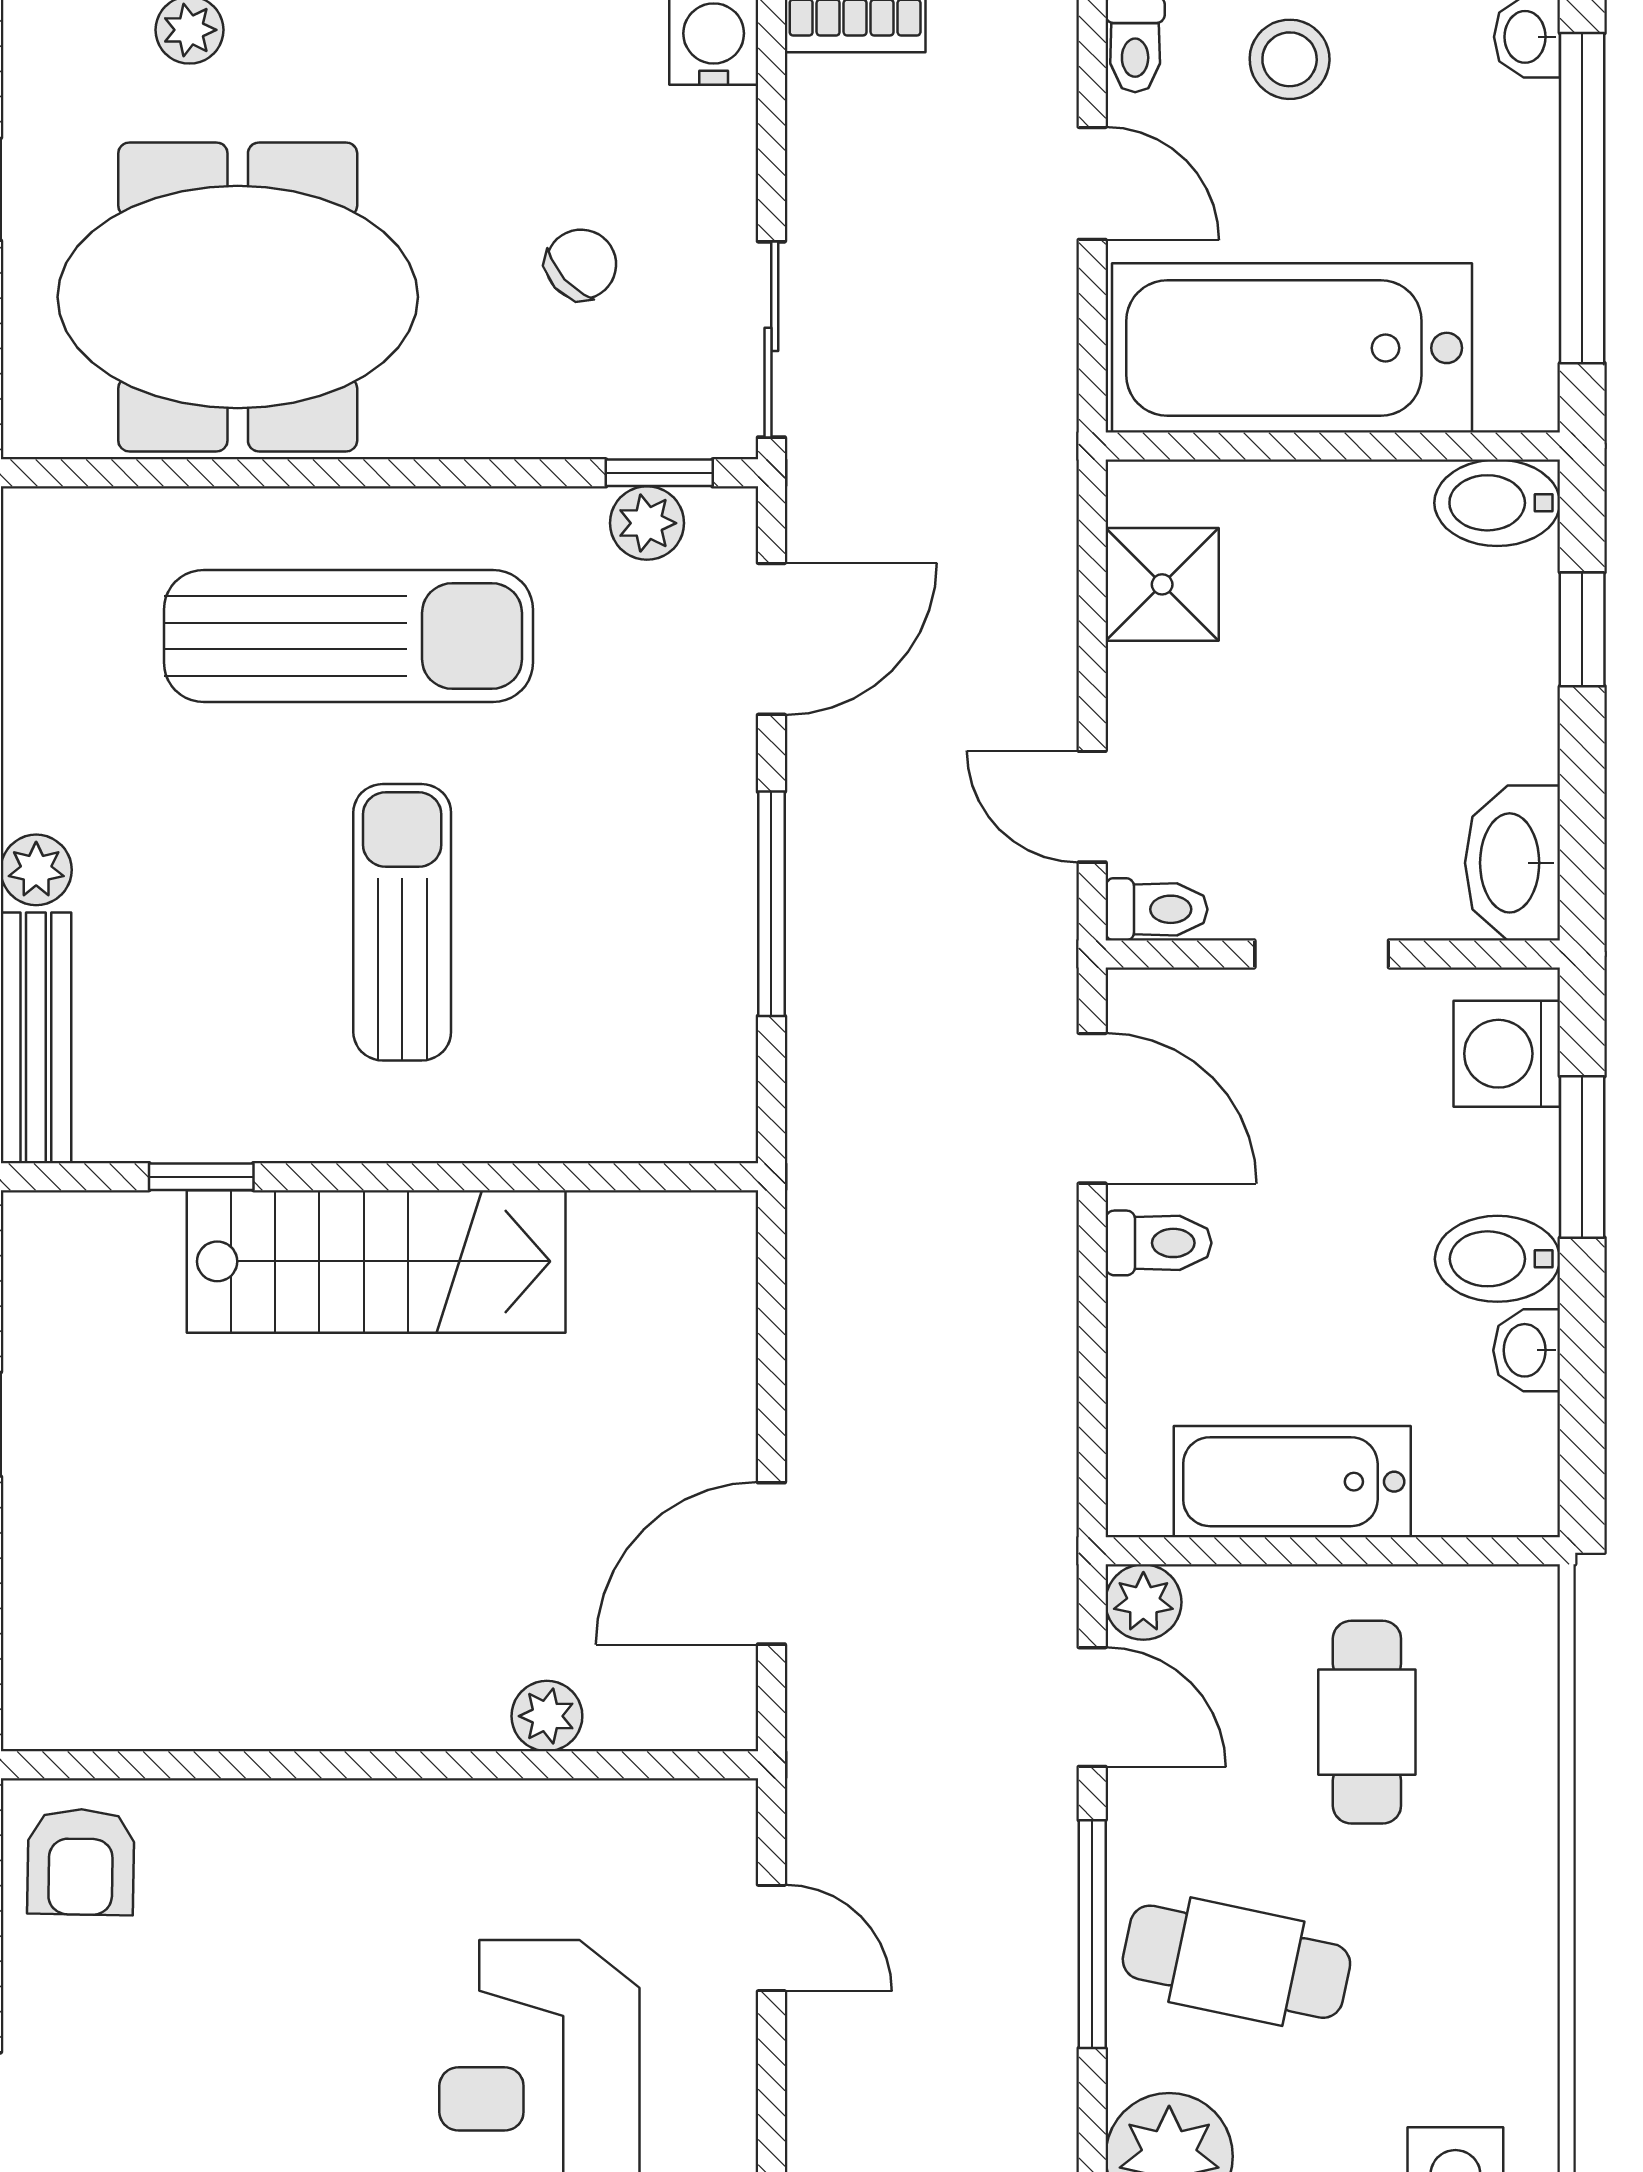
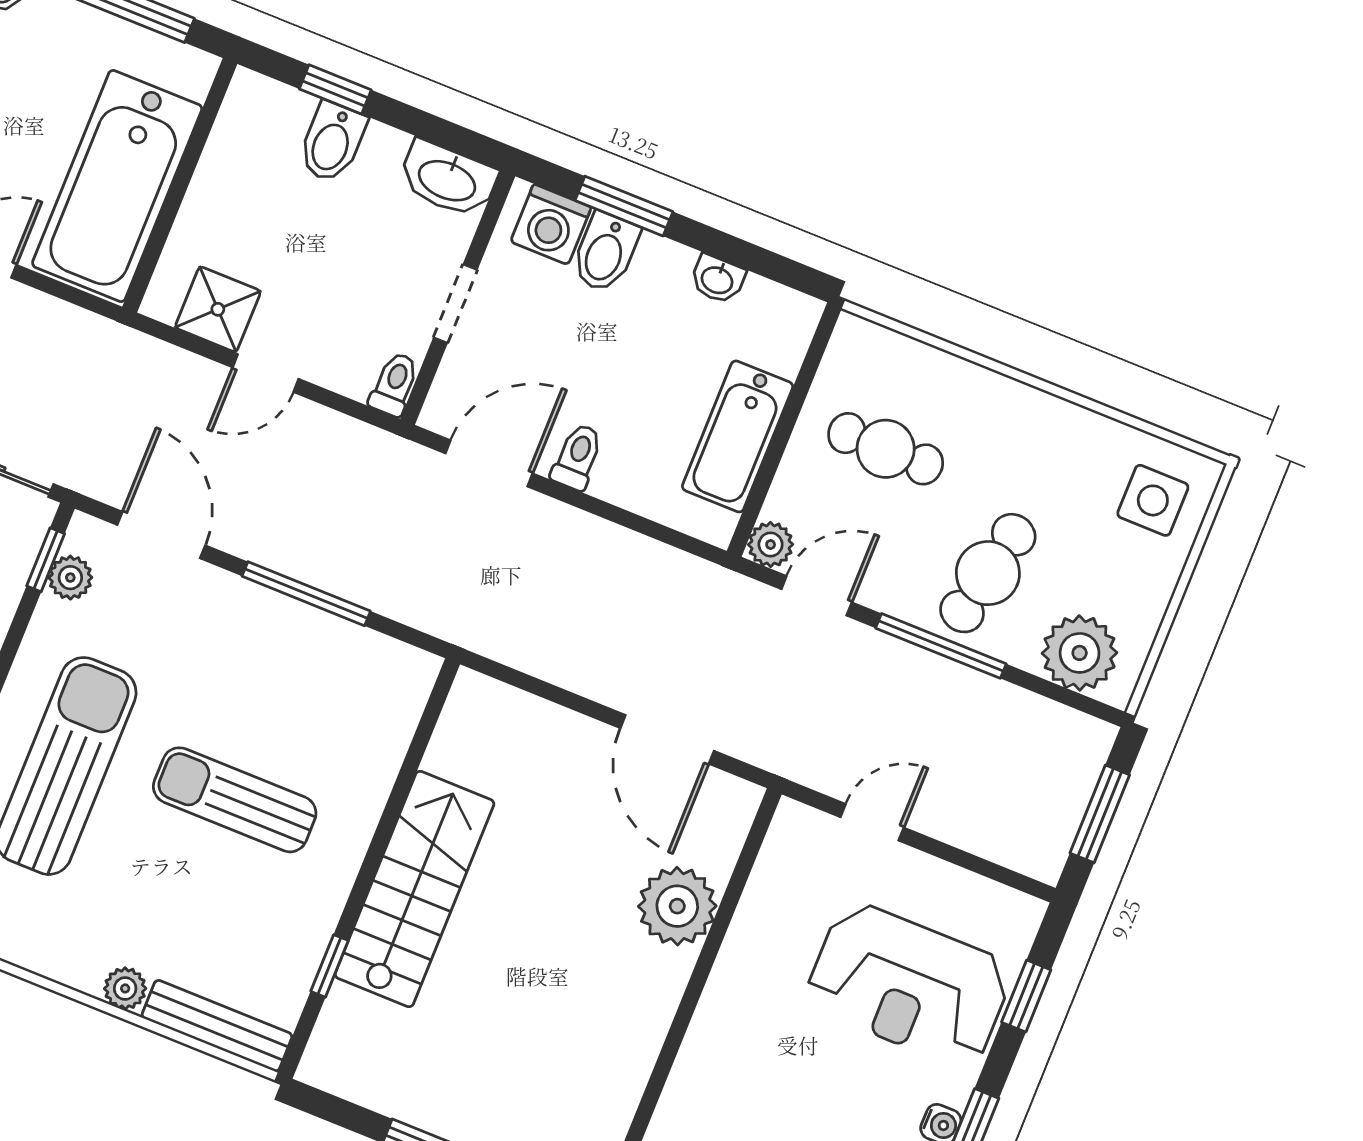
bidet: (1497, 503) -> (332, 142), moved
door: (1092, 807) -> (266, 373), moved
bidet: (1497, 1259) -> (605, 252), moved
plant: (547, 1716) -> (677, 906), width x1.87, depth x1.87

